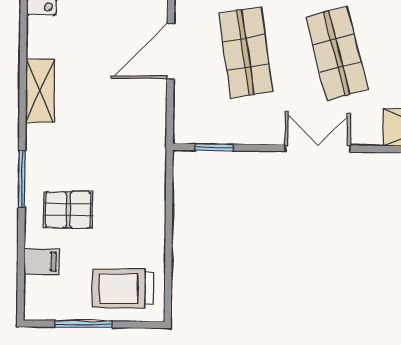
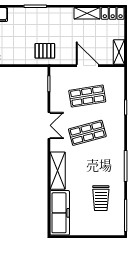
shelving: (40, 91) -> (87, 13), moved
pallet: (68, 210) -> (45, 51), moved, turned 90

